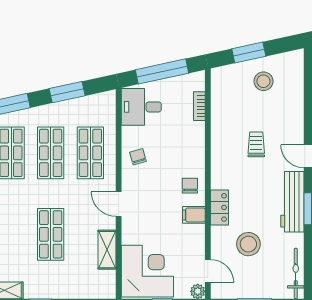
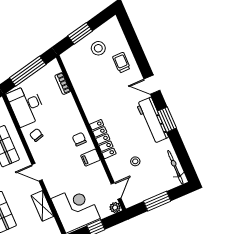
desk: (141, 107) -> (26, 105), width x1.37
trolley: (256, 144) -> (121, 63), moved
locker: (220, 207) -> (103, 139), width x1.53
stool: (248, 244) -> (135, 161), width x0.53, depth x0.53
door: (208, 271) -> (116, 191), hinge flipped

